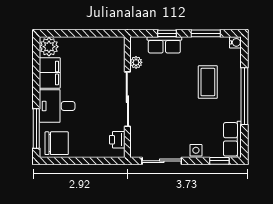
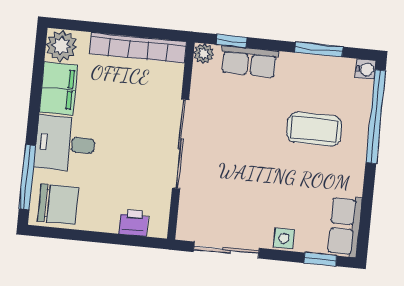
window: (167, 33) -> (232, 41), moved
bookcase: (96, 43) -> (138, 48), added
plant: (136, 62) -> (204, 54), moved
coffee table: (208, 82) -> (314, 129), turned 90
window: (244, 96) -> (376, 117), moved
printer: (117, 140) -> (134, 223), moved, turned 90

